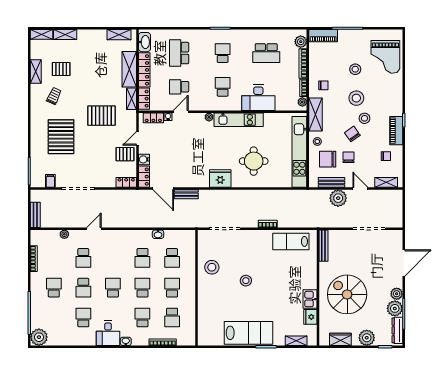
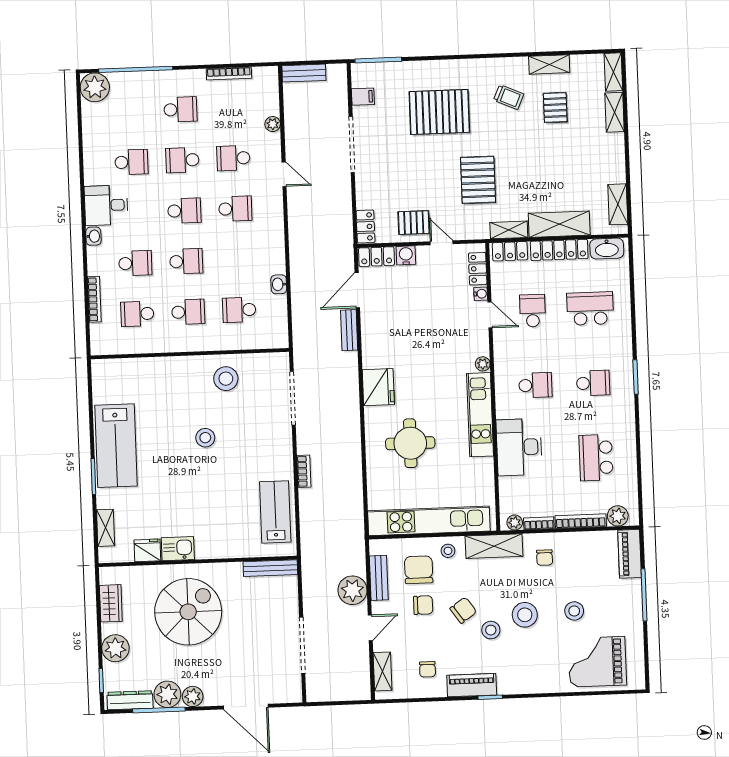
pallet: (125, 154) -> (414, 223), turned 90
school desk: (142, 258) -> (235, 209), moved, turned 180

